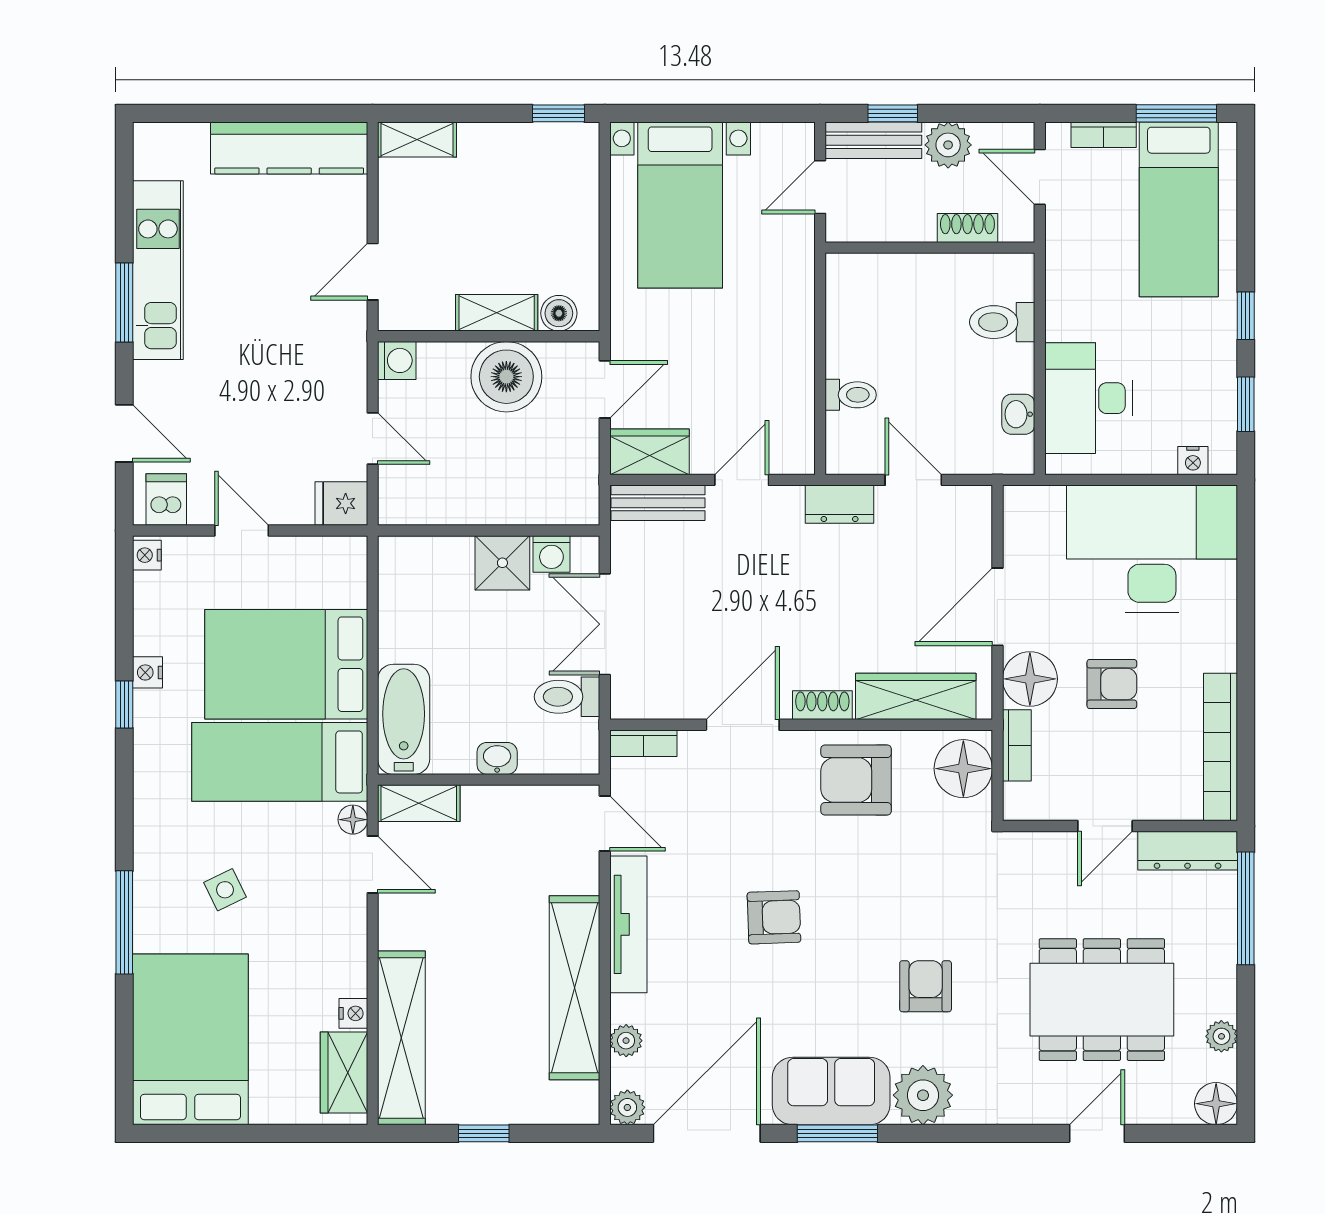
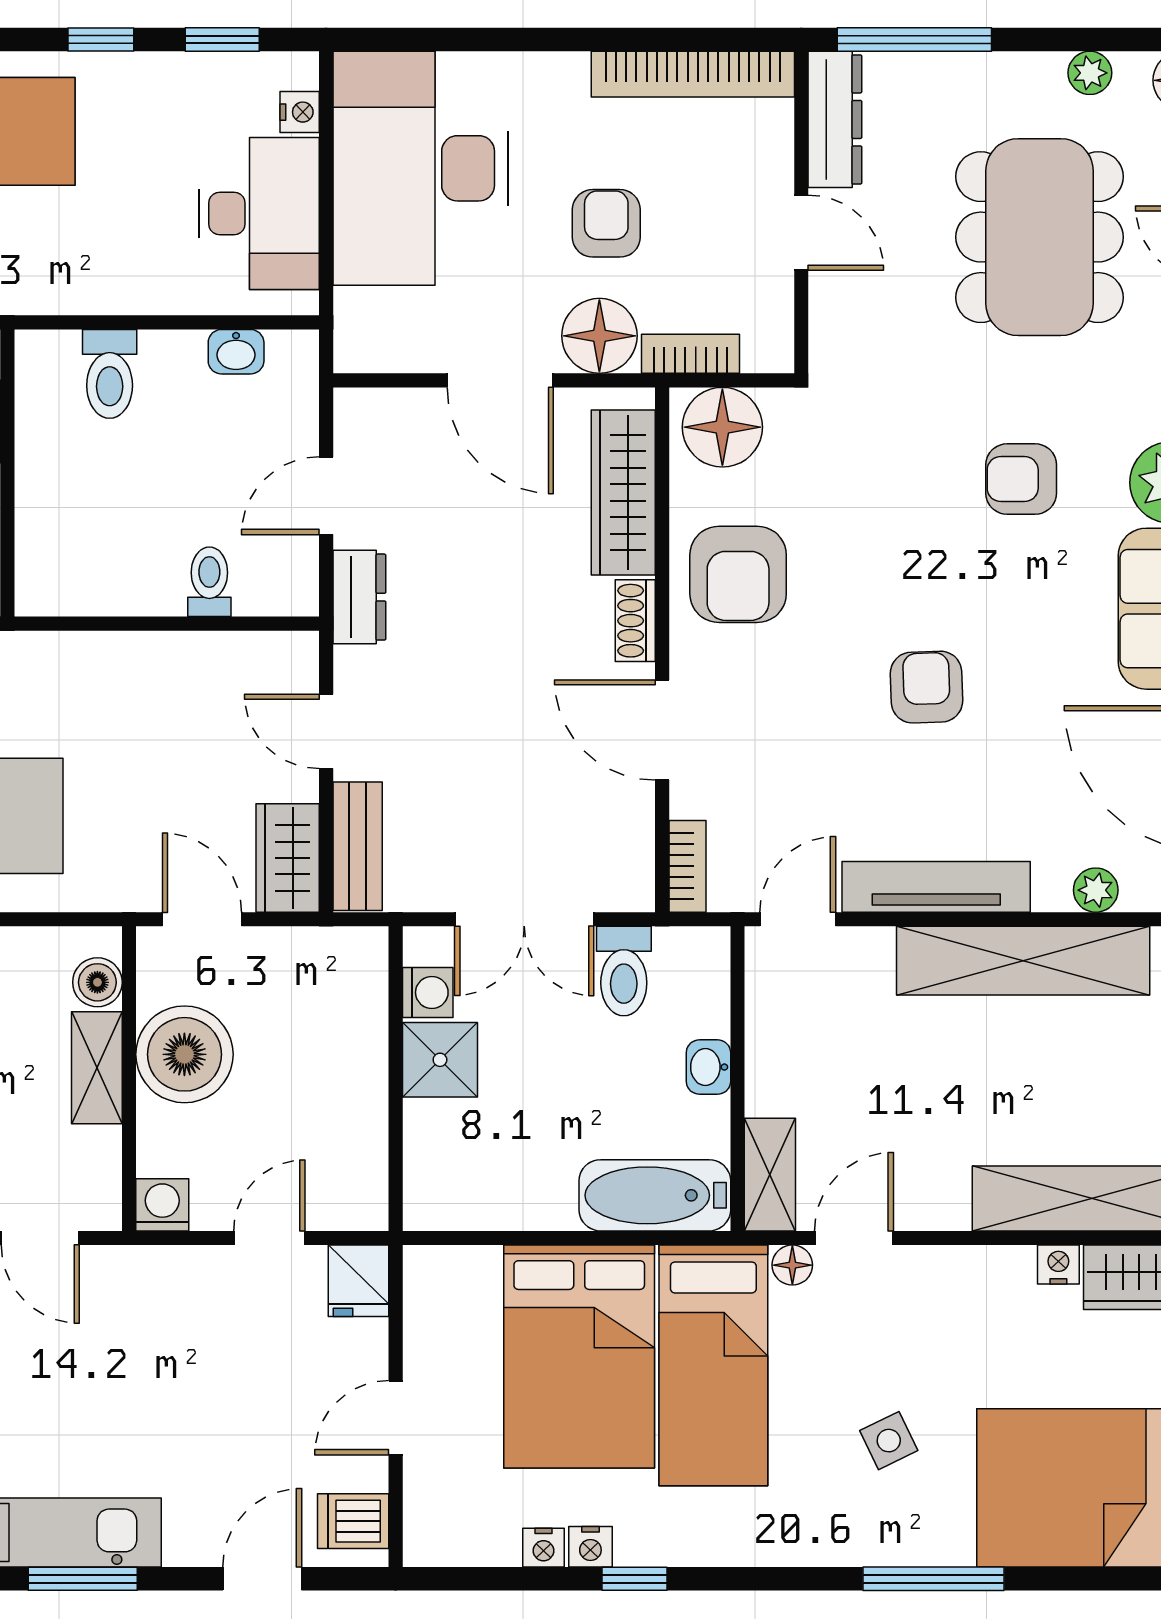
desk: (1088, 398) -> (259, 214), moved, turned -90
nightstand: (147, 555) -> (543, 1548), moved

